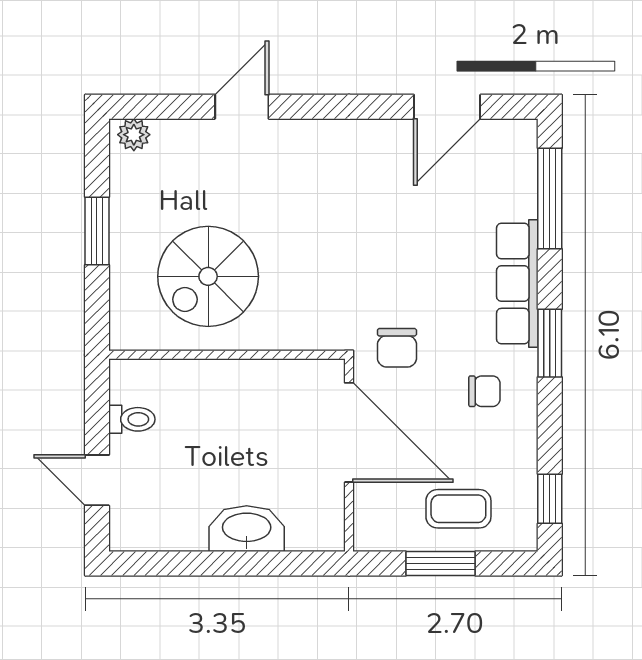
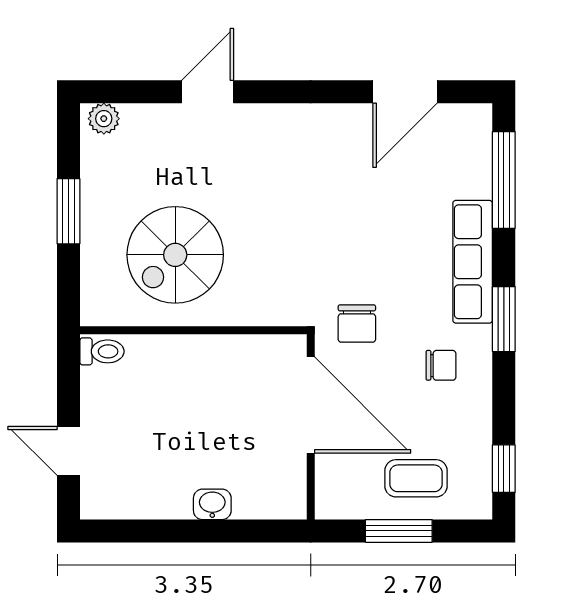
toilet: (132, 419) -> (102, 351), moved
washbasin: (247, 529) -> (212, 504), width x0.52, depth x0.69

